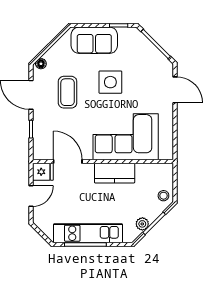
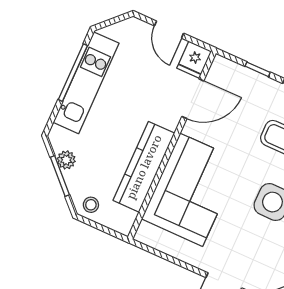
kitchen counter: (115, 173) -> (144, 167), width x1.50

